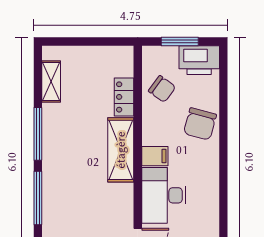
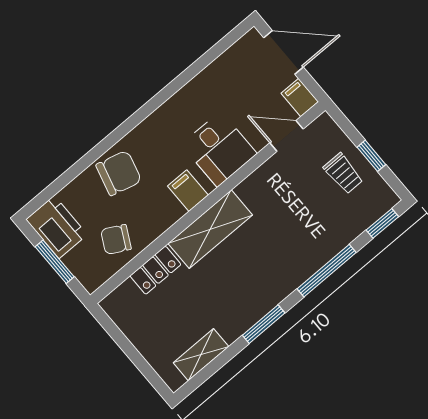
chair: (162, 89) -> (116, 239), turned -98
window: (38, 134) -> (264, 324), width x0.69
desk: (164, 195) -> (219, 149), width x0.73

